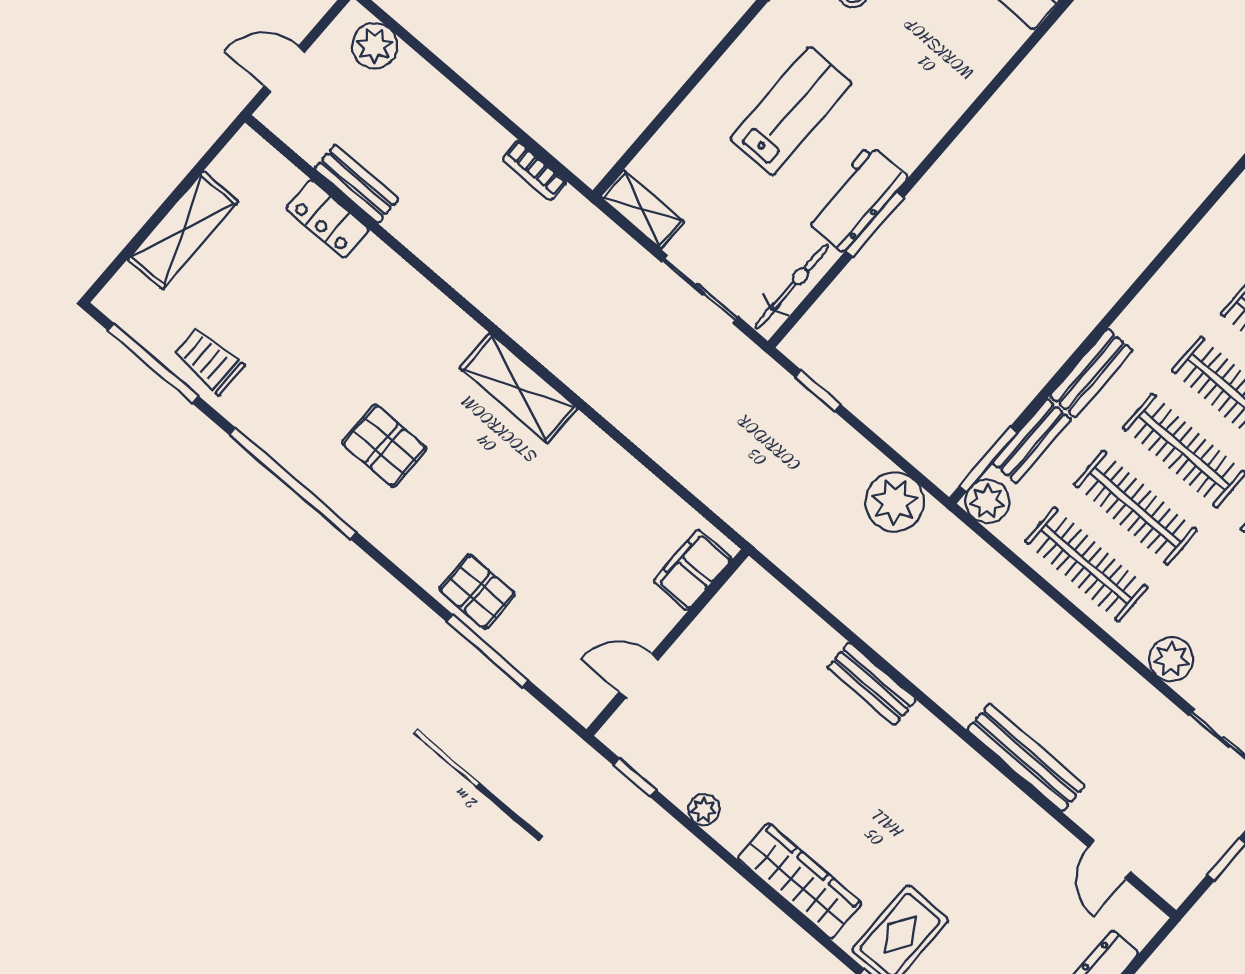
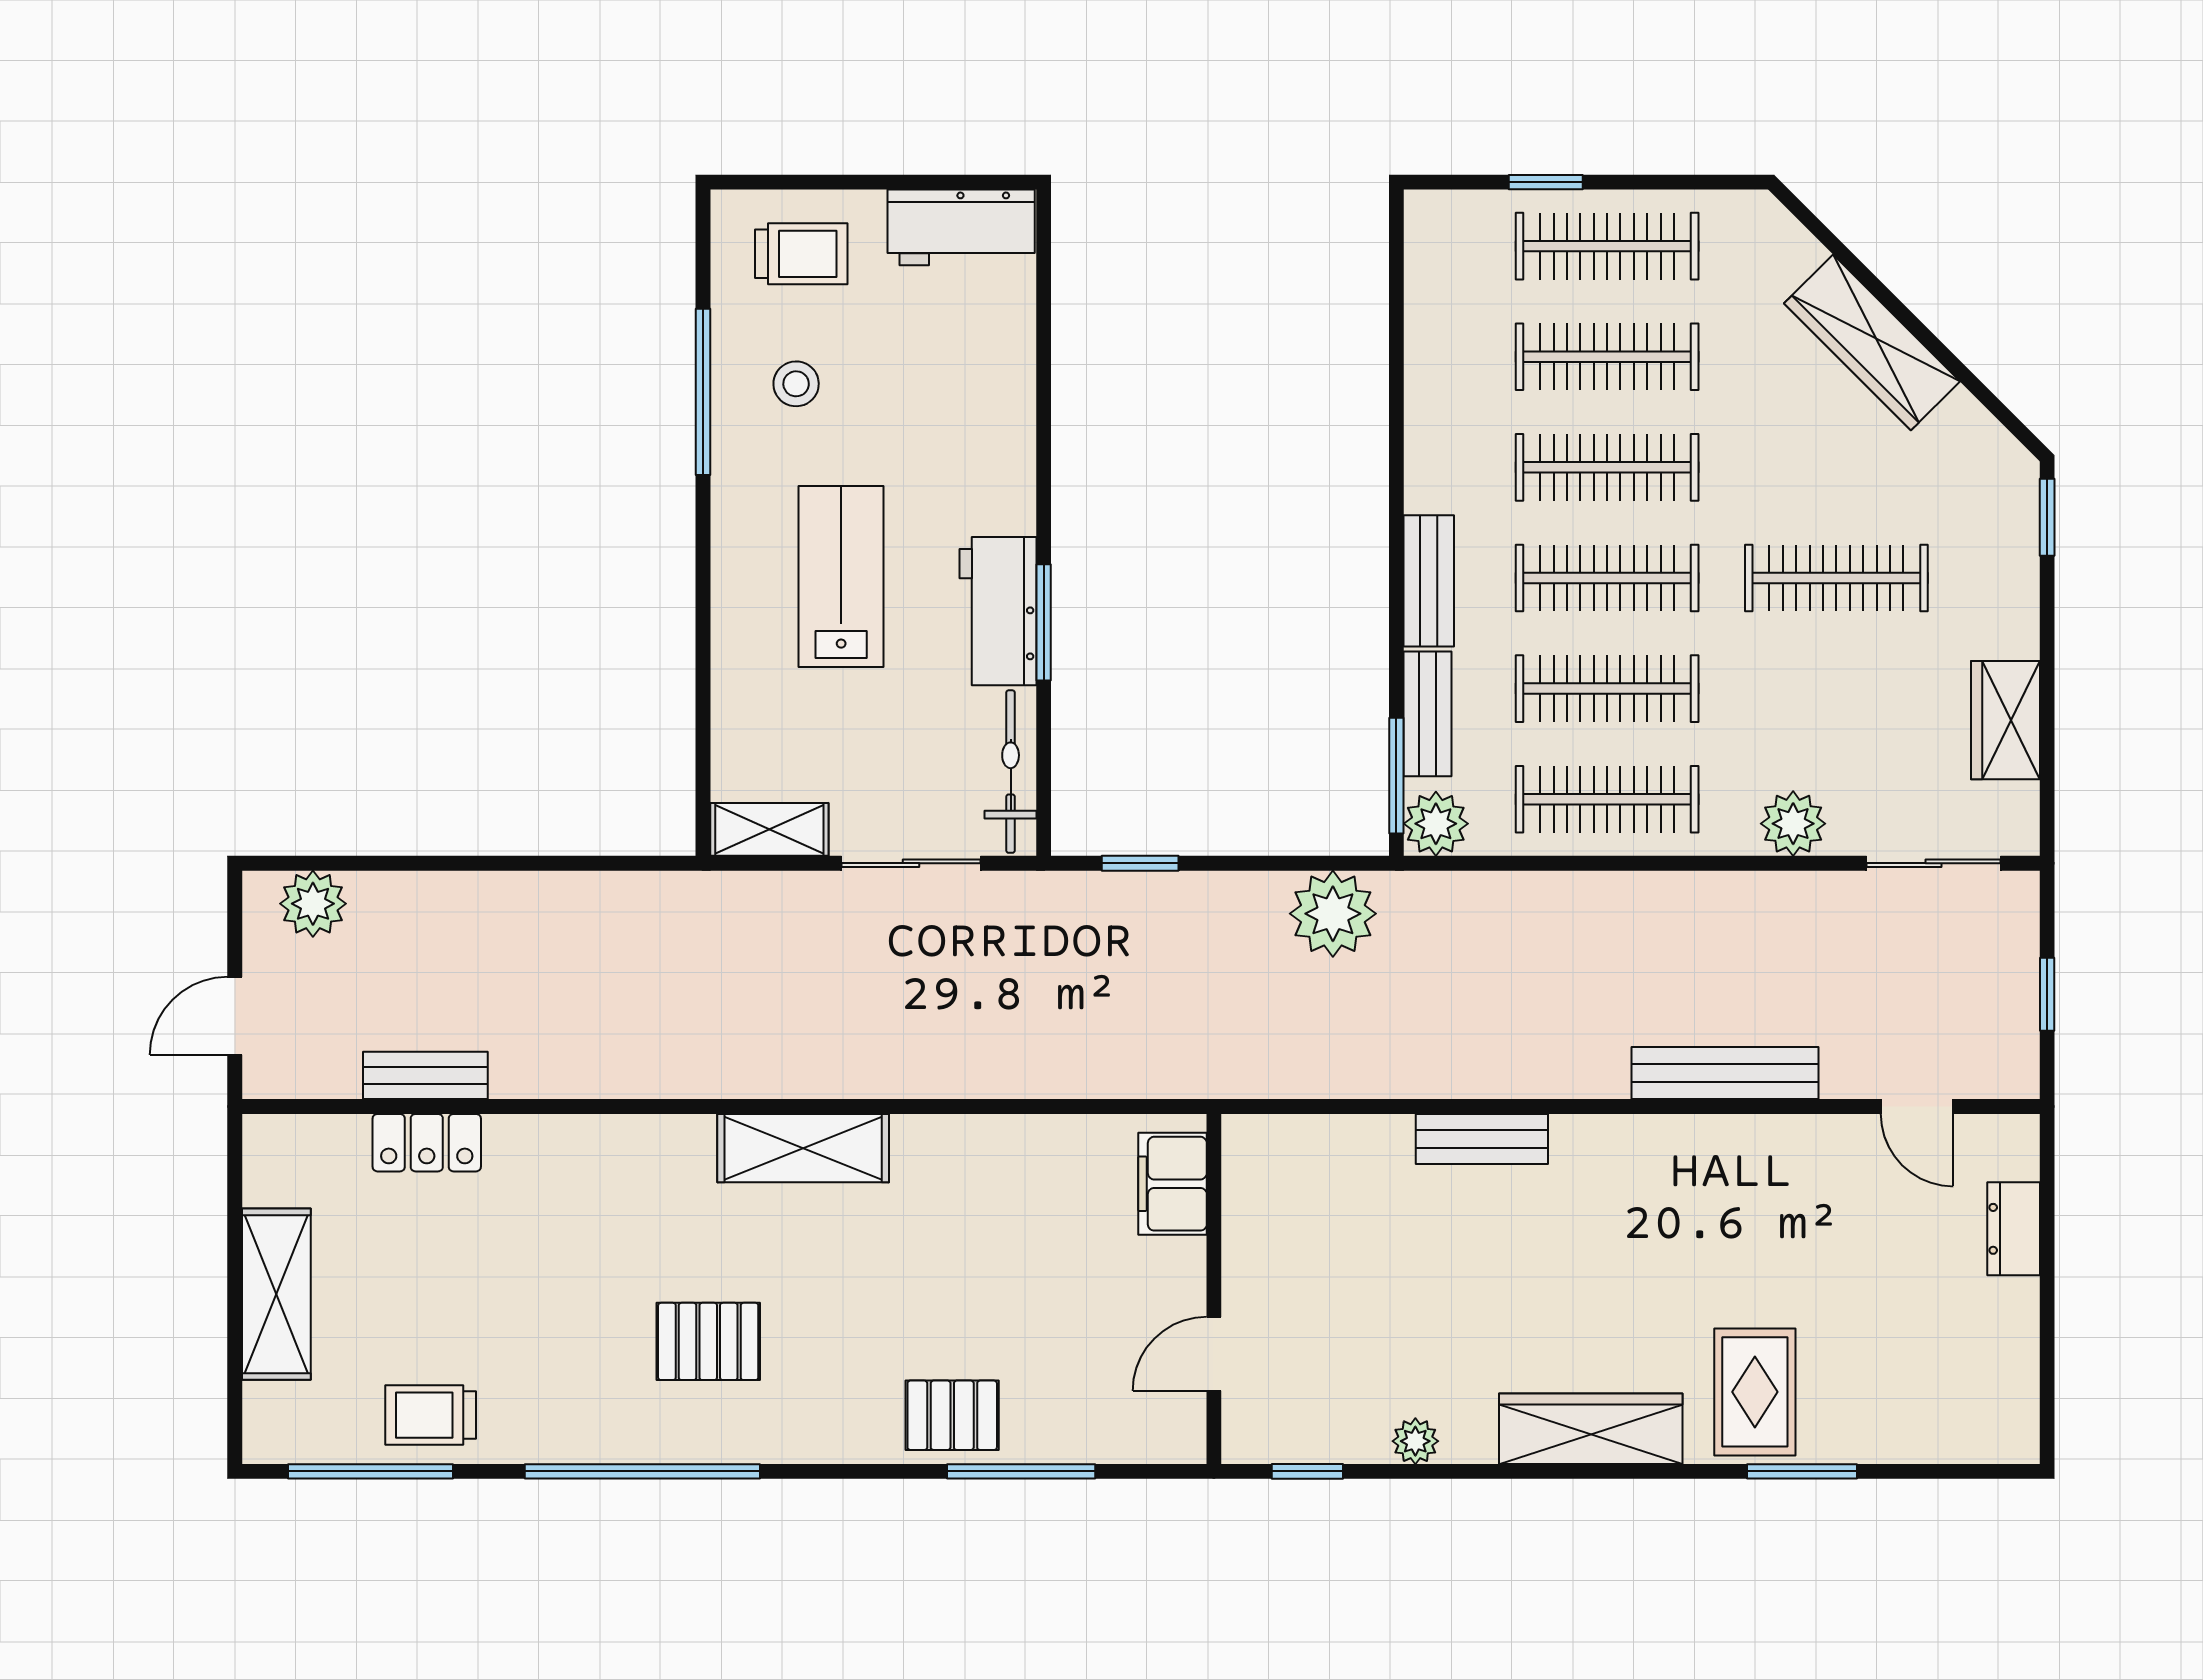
bookcase: (534, 171) -> (612, 890), removed

